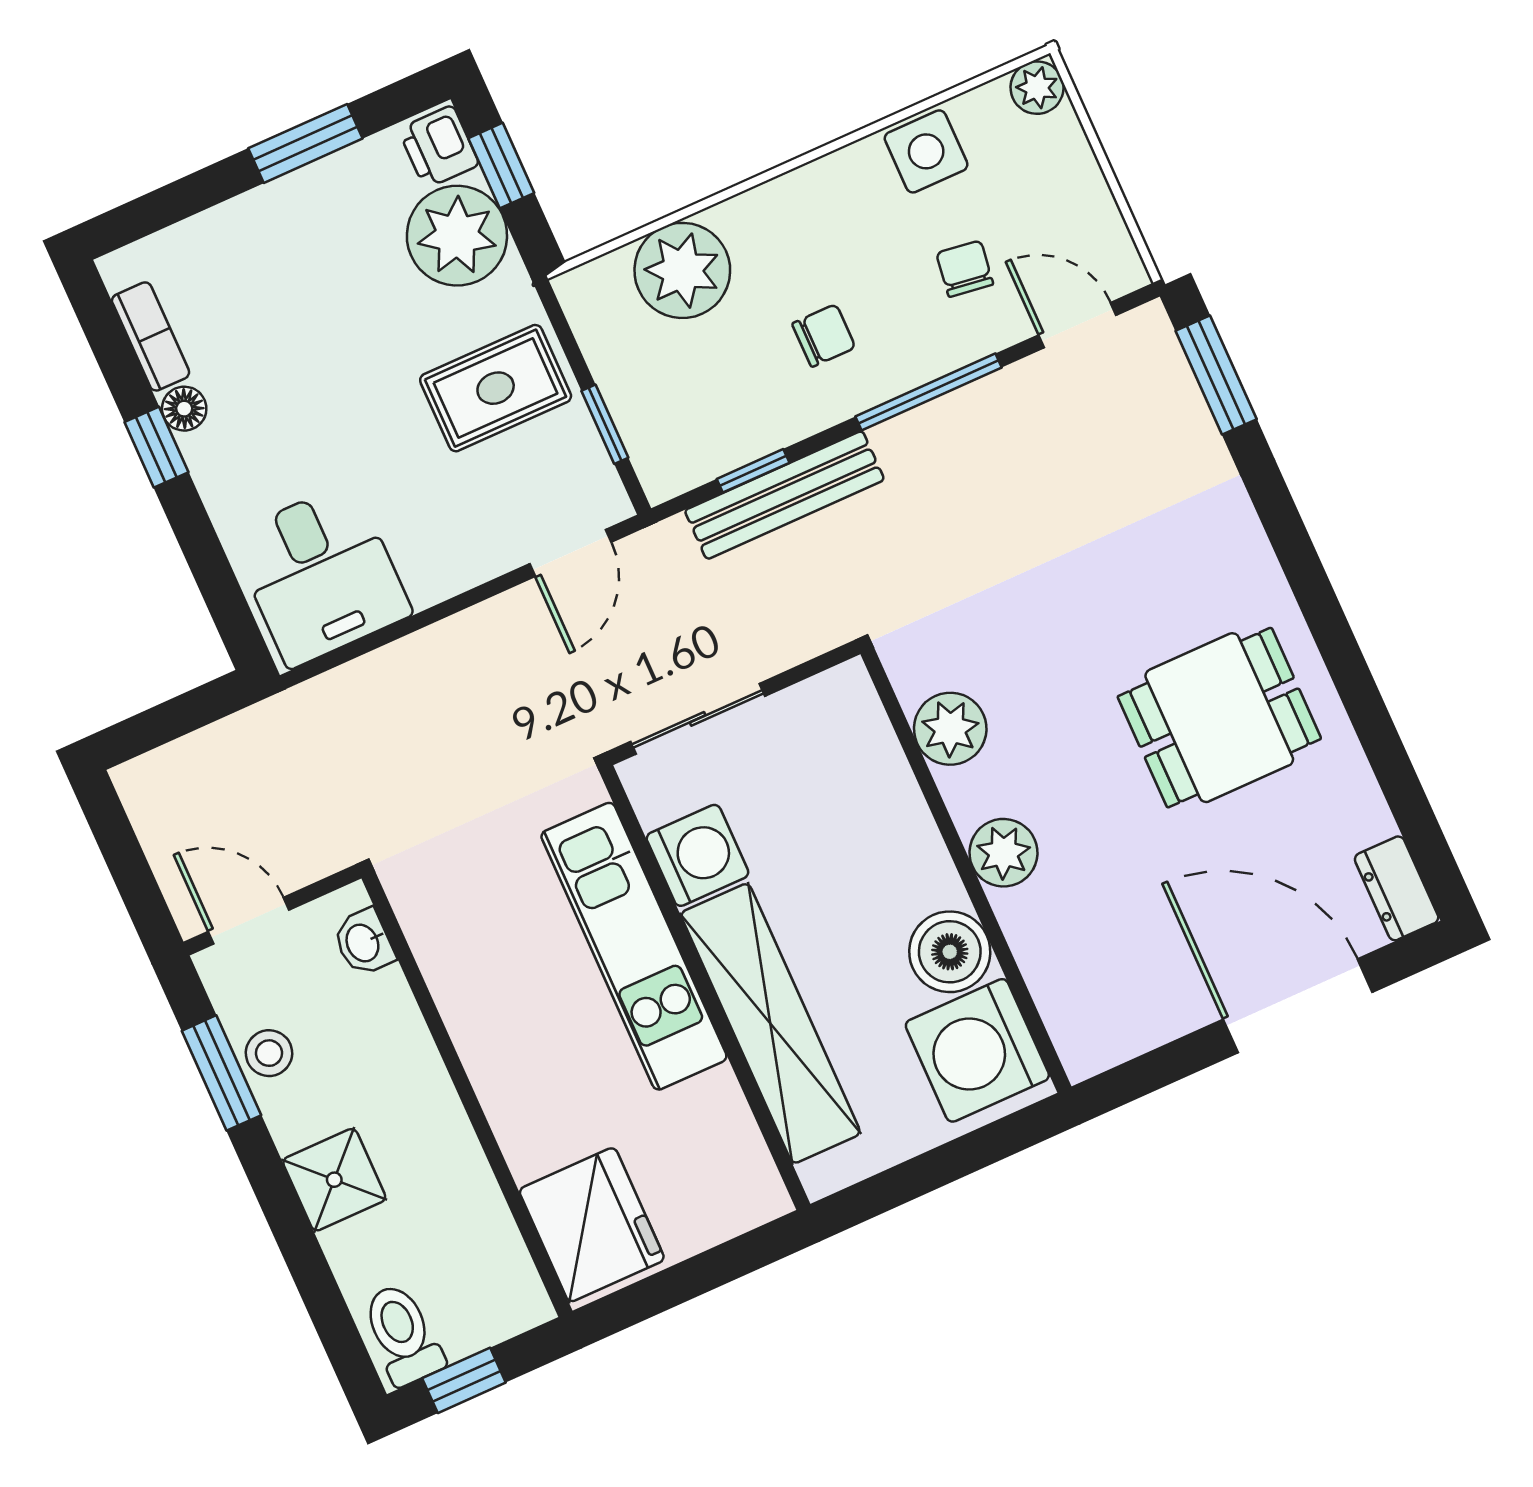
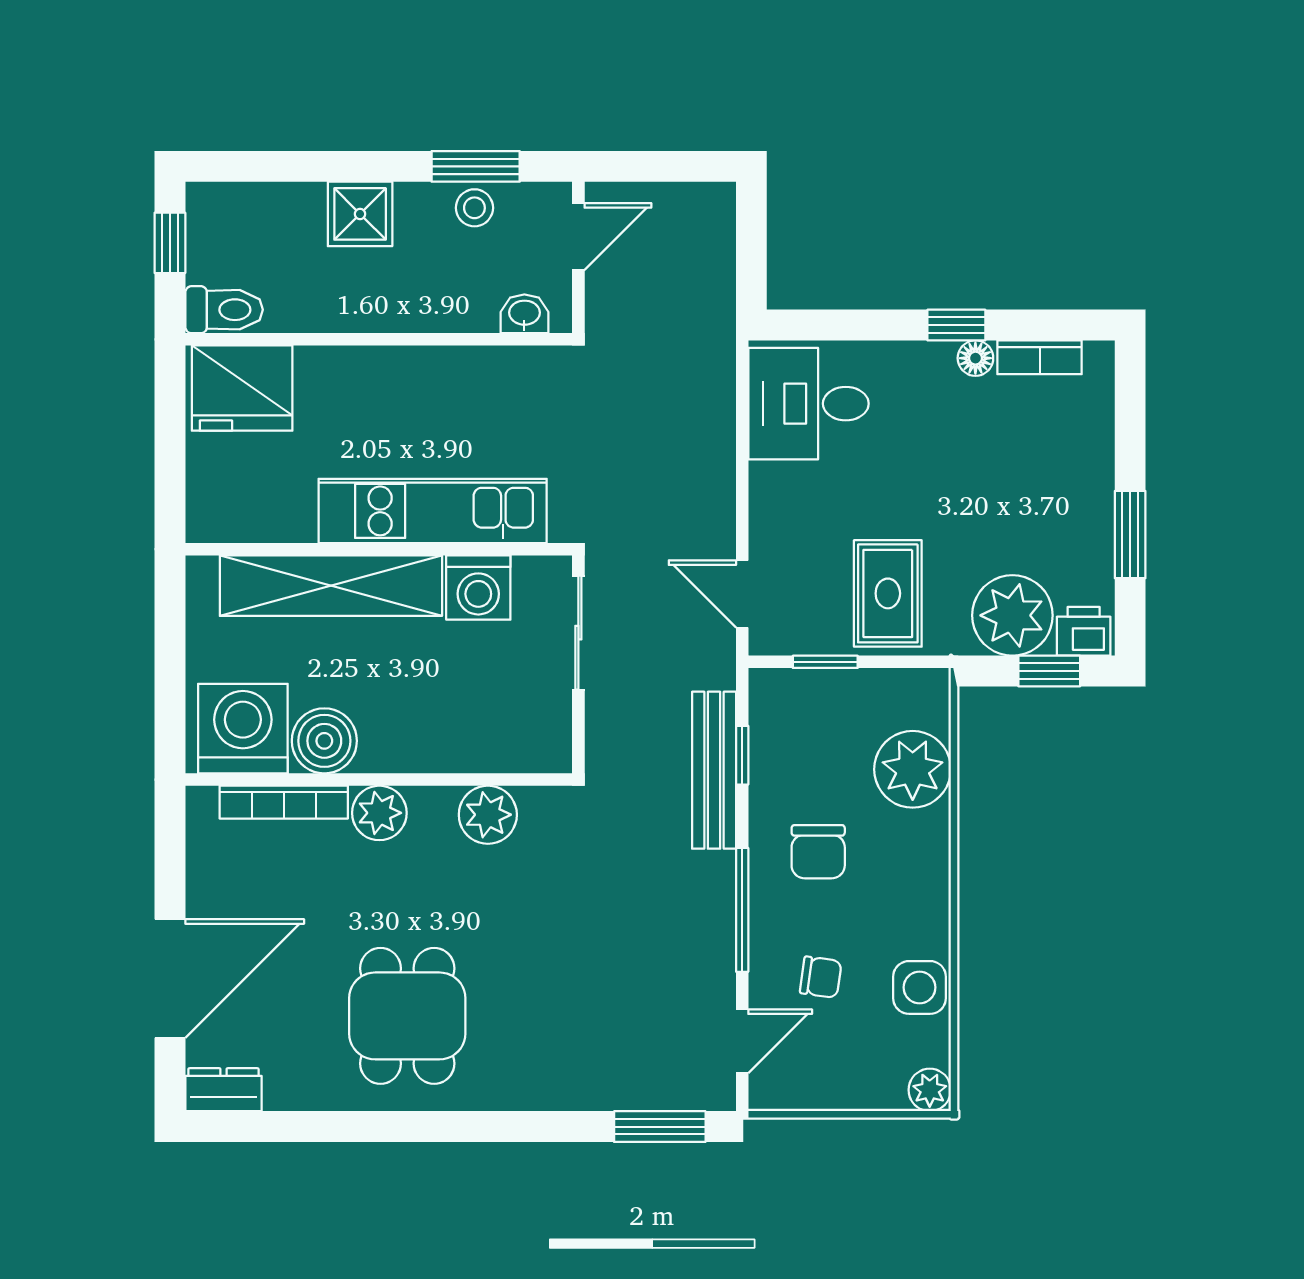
chair: (824, 336) -> (818, 852), width x1.37, depth x1.37
bookcase: (1040, 967) -> (284, 802), added
toilet: (403, 1334) -> (224, 310), moved

